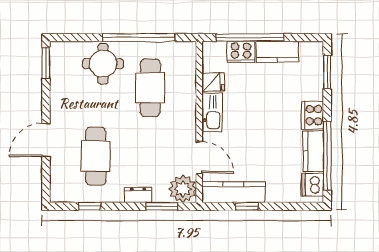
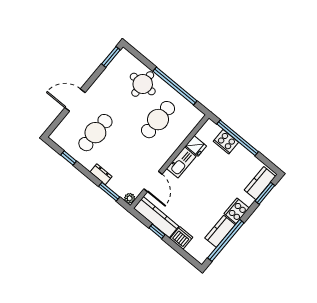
kitchen counter: (277, 52) -> (260, 183), moved, turned 90
dishwasher: (313, 185) -> (181, 238), moved, turned 90
plant: (183, 189) -> (130, 198), width x0.53, depth x0.53

